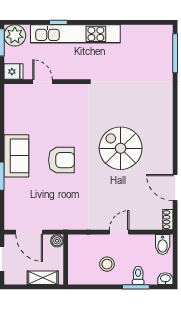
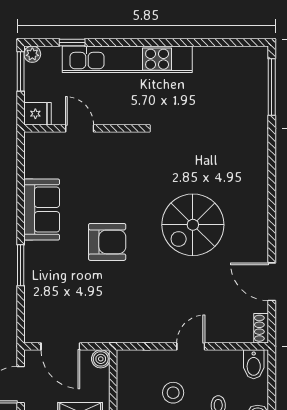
window: (58, 22) -> (72, 42), moved
plant: (15, 35) -> (32, 54), width x0.53, depth x0.53
spiral stairs: (121, 148) -> (193, 225), turned -90
sofa: (16, 156) -> (42, 210), moved

